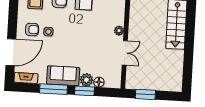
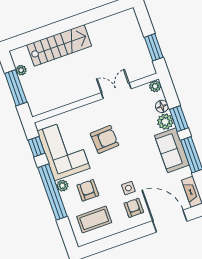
armchair: (92, 29) -> (104, 139), added
plant: (119, 31) -> (155, 86), moved

